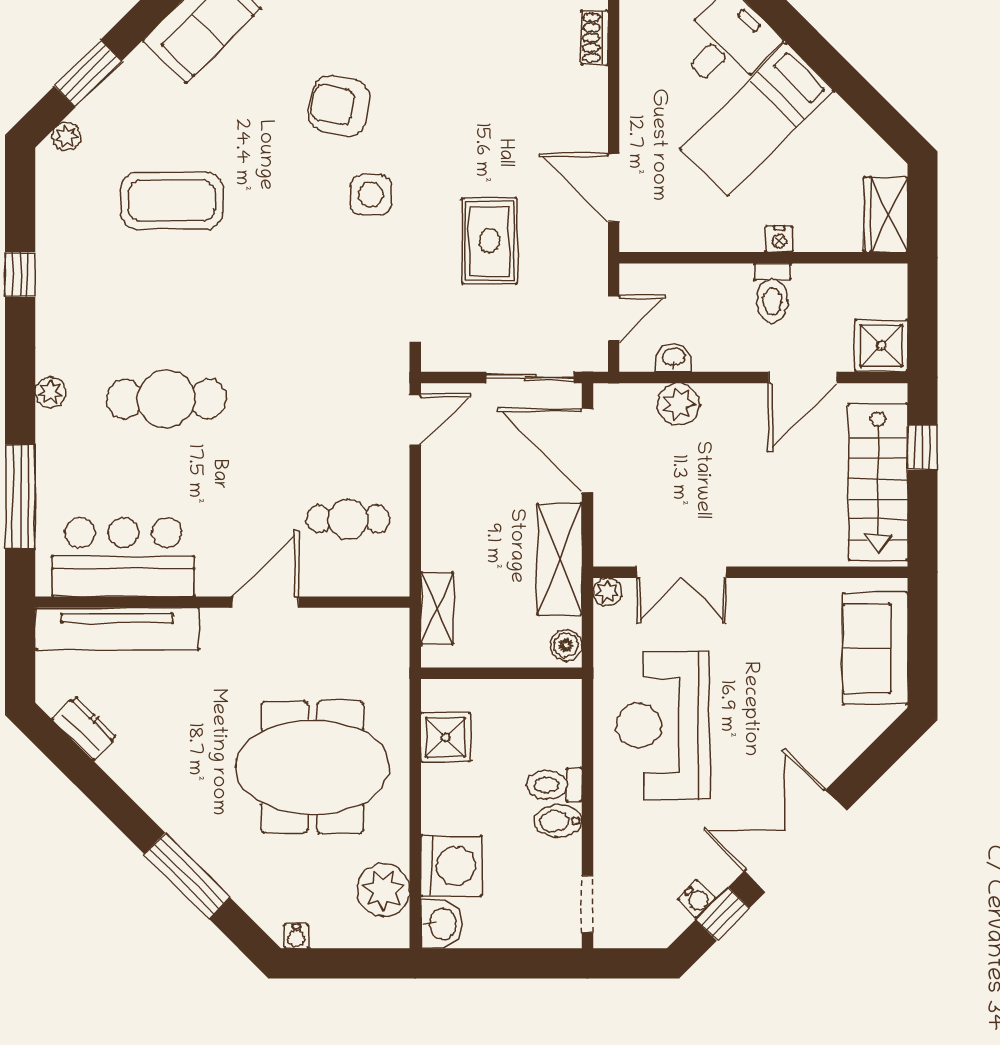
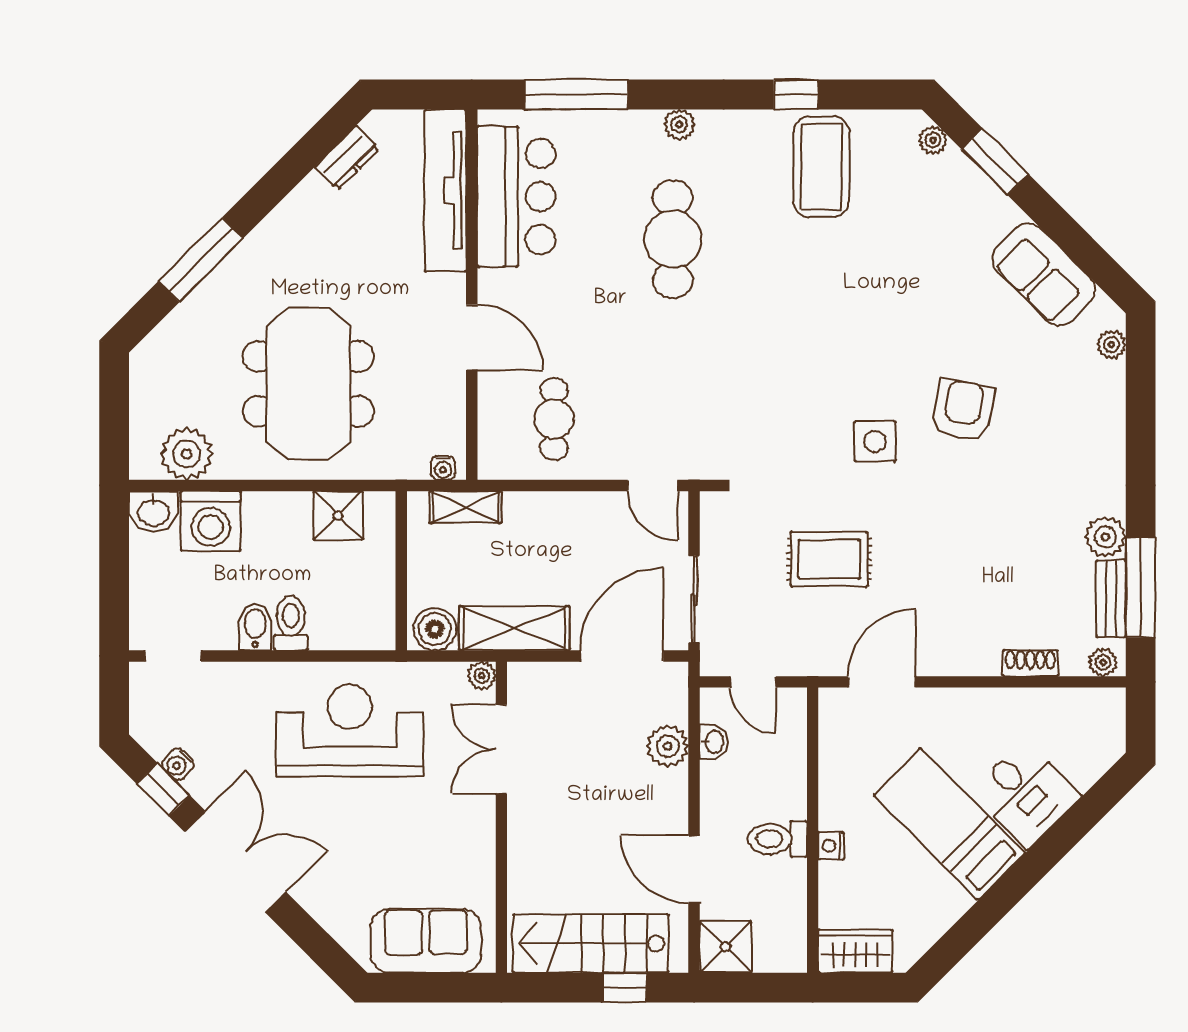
coffee table: (172, 201) -> (821, 167), moved
boiler: (566, 645) -> (435, 629), width x1.36, depth x1.36
water cooler: (296, 936) -> (443, 468), moved, turned -90

